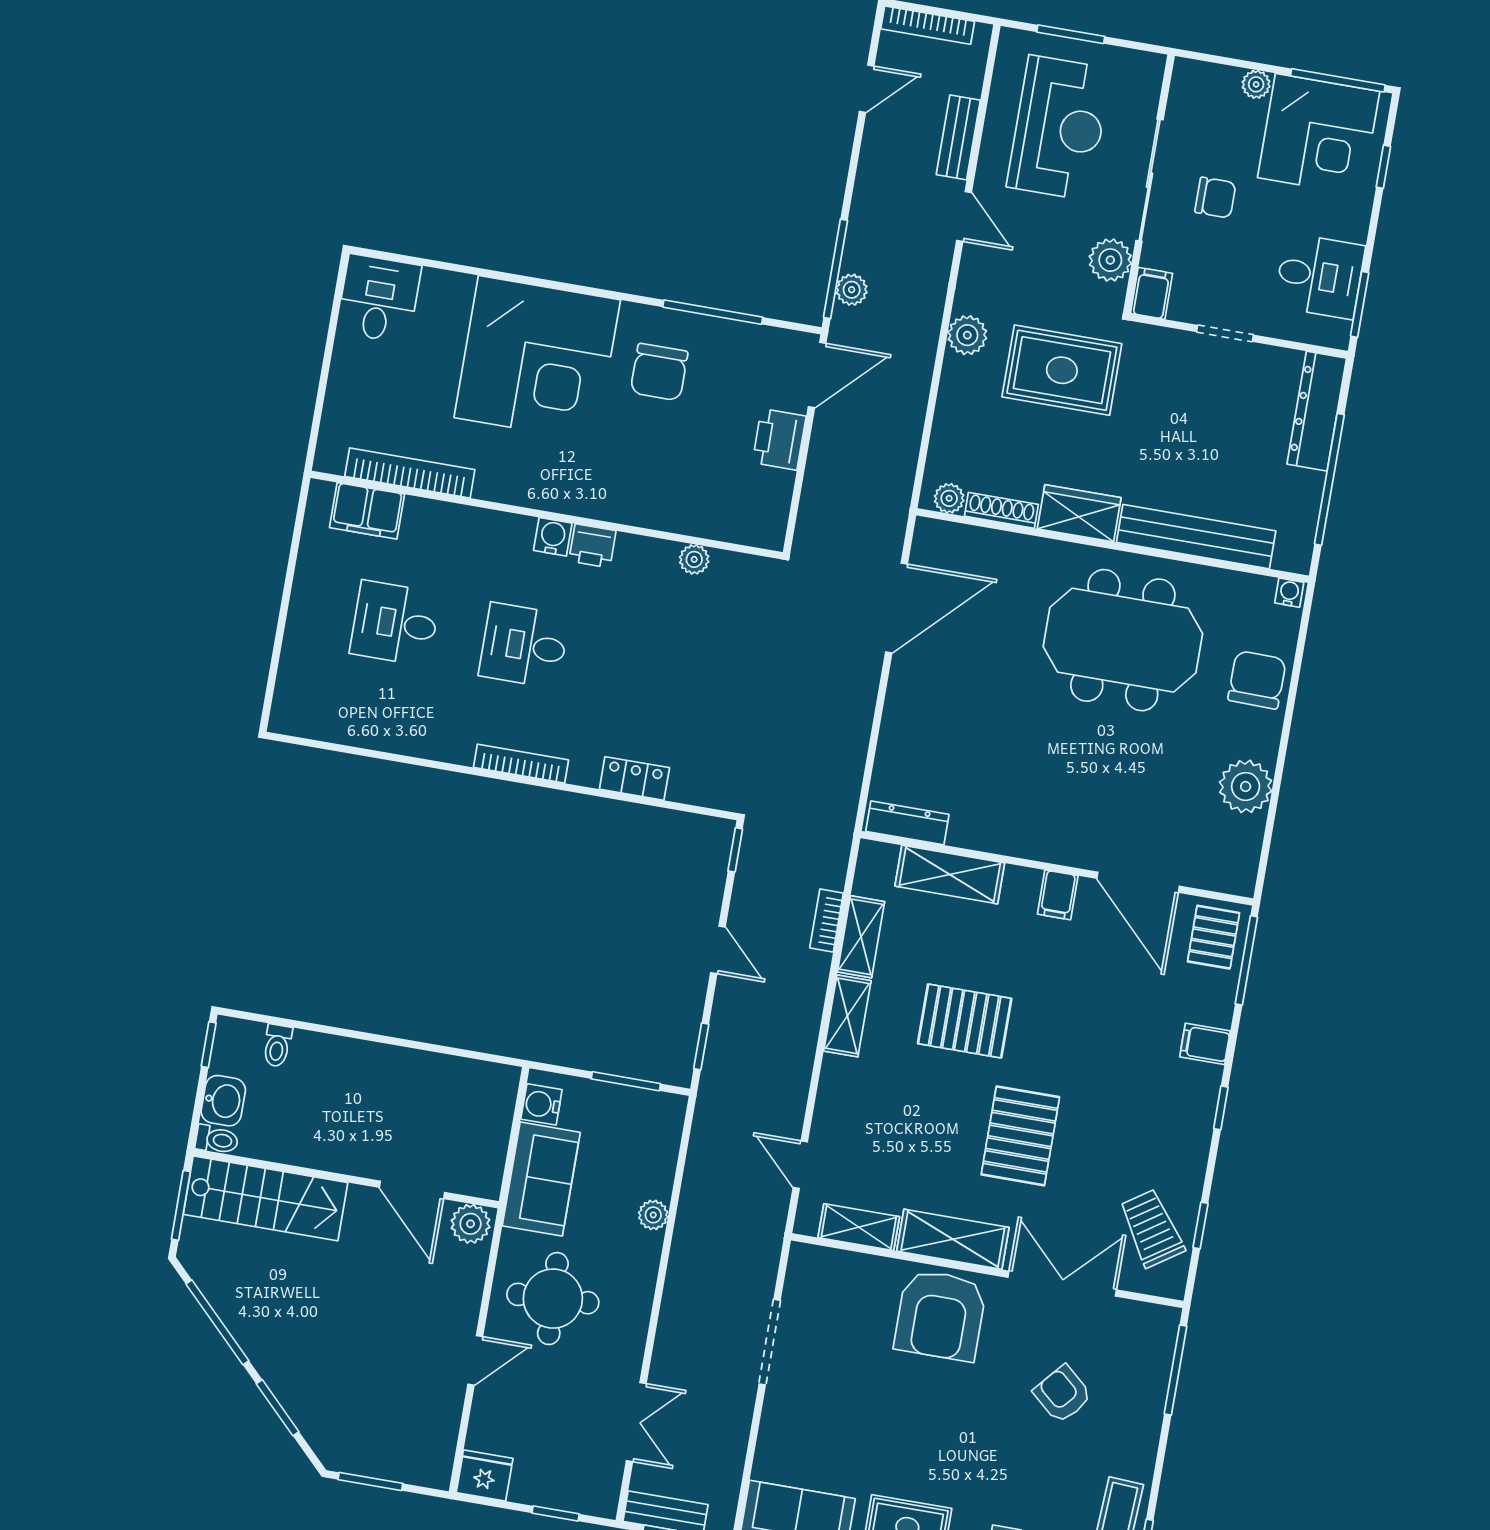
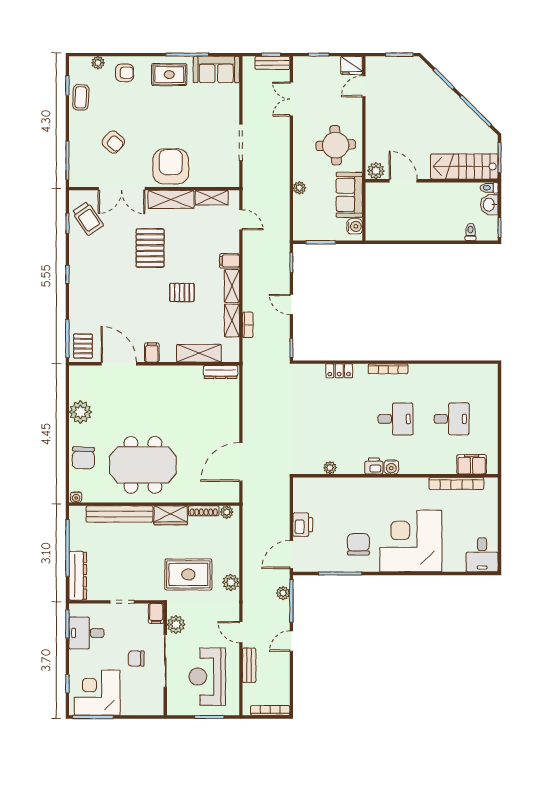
plant: (1256, 84) -> (127, 709), removed
door: (867, 89) -> (291, 641), moved
pallet: (965, 1021) -> (182, 292), width x0.67, depth x0.71
filing cabinet: (1205, 1044) -> (230, 261), moved, turned 180
door: (475, 1360) -> (364, 86), moved

